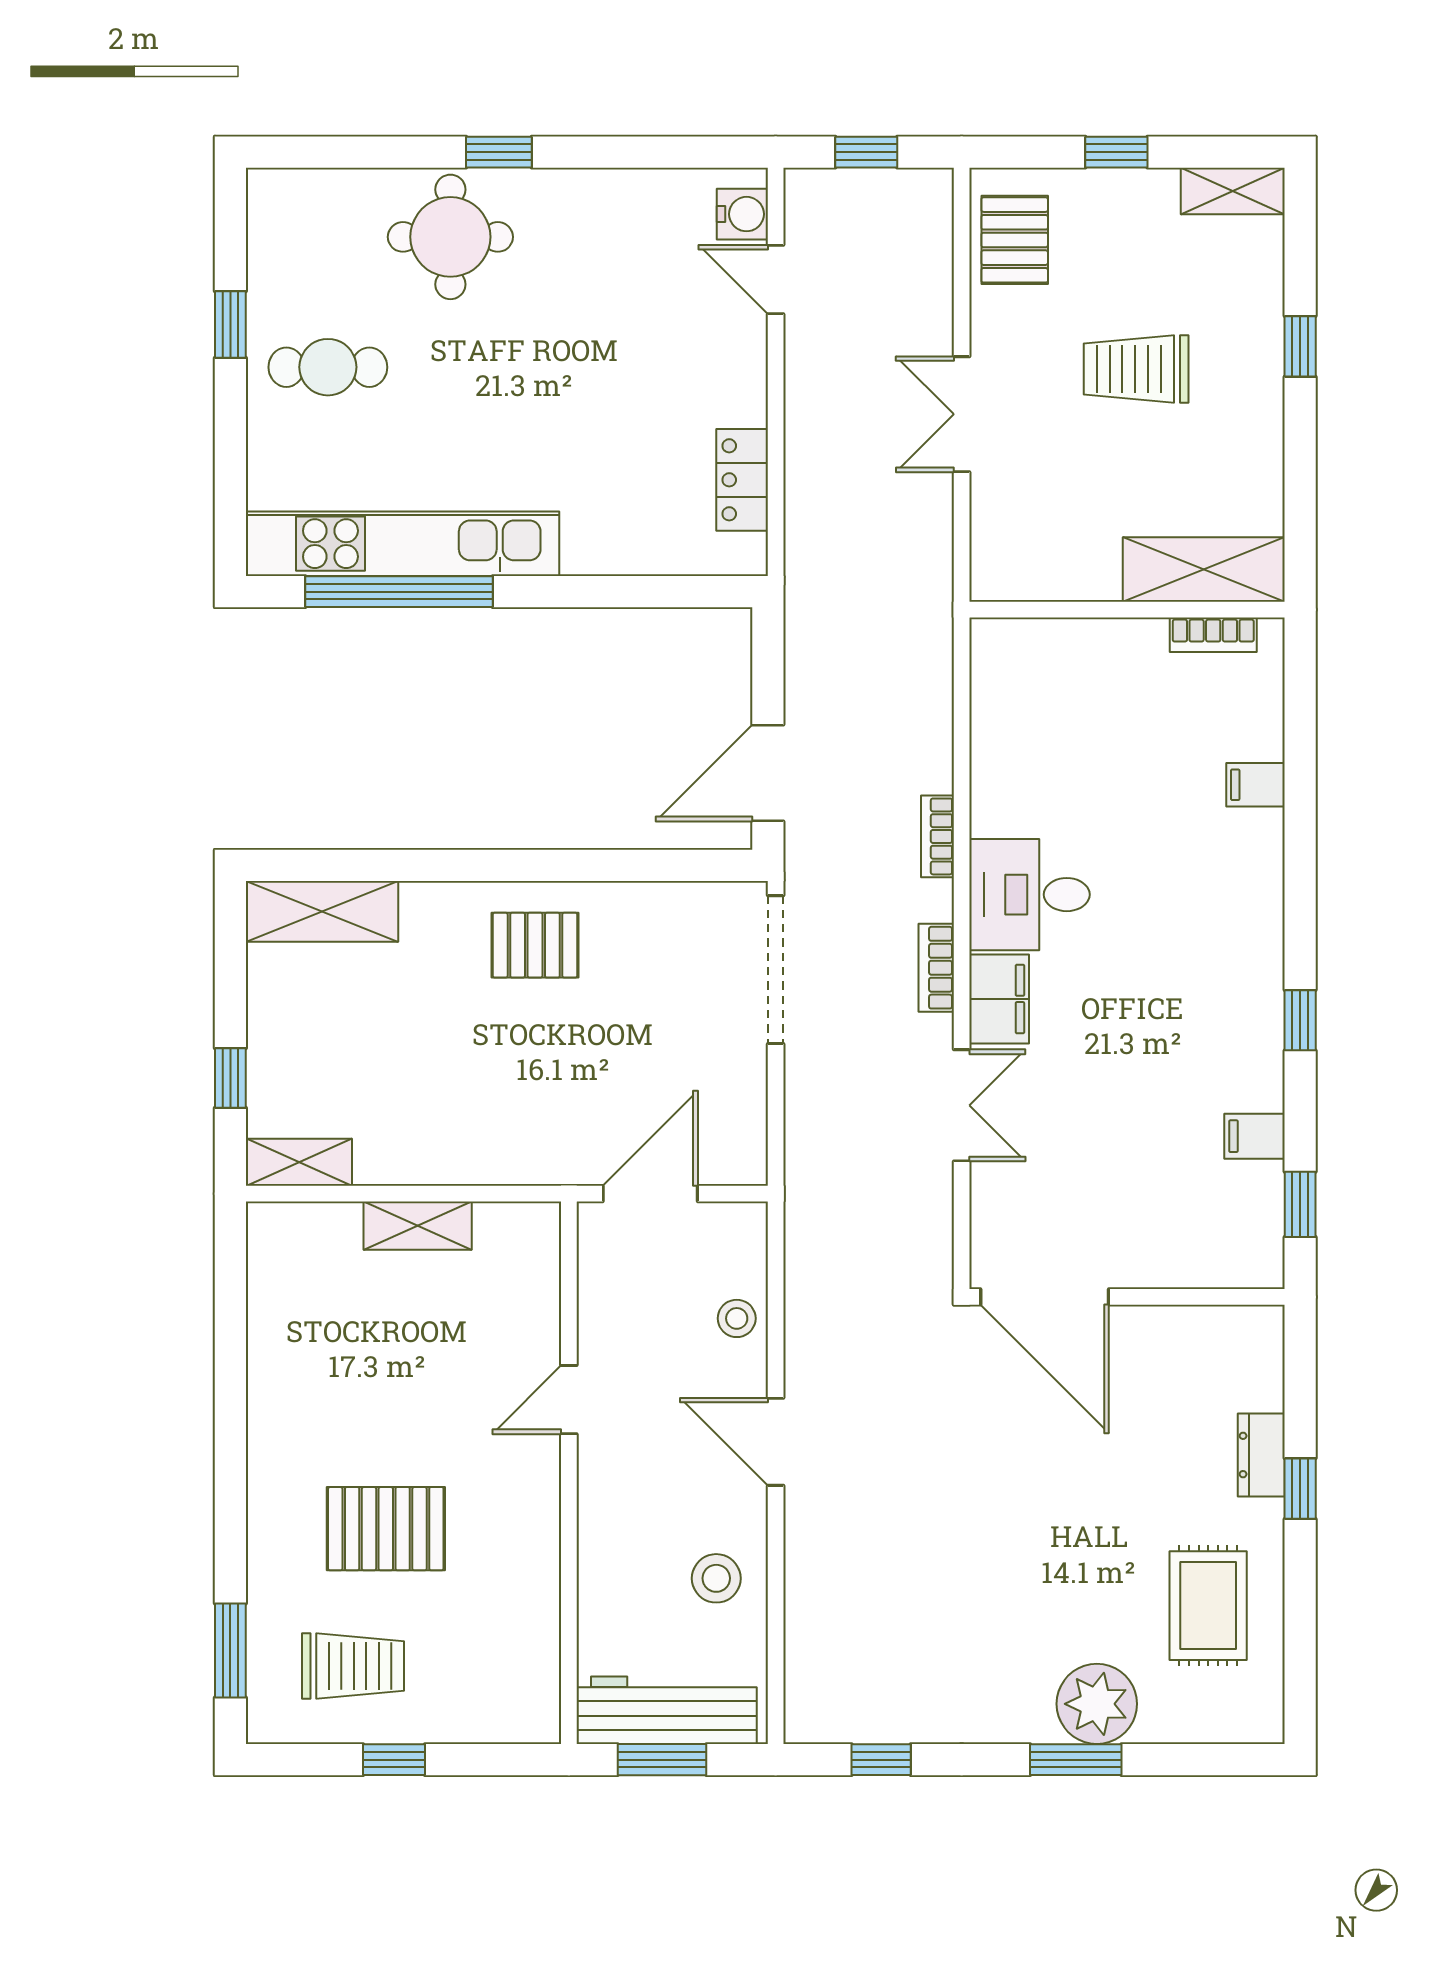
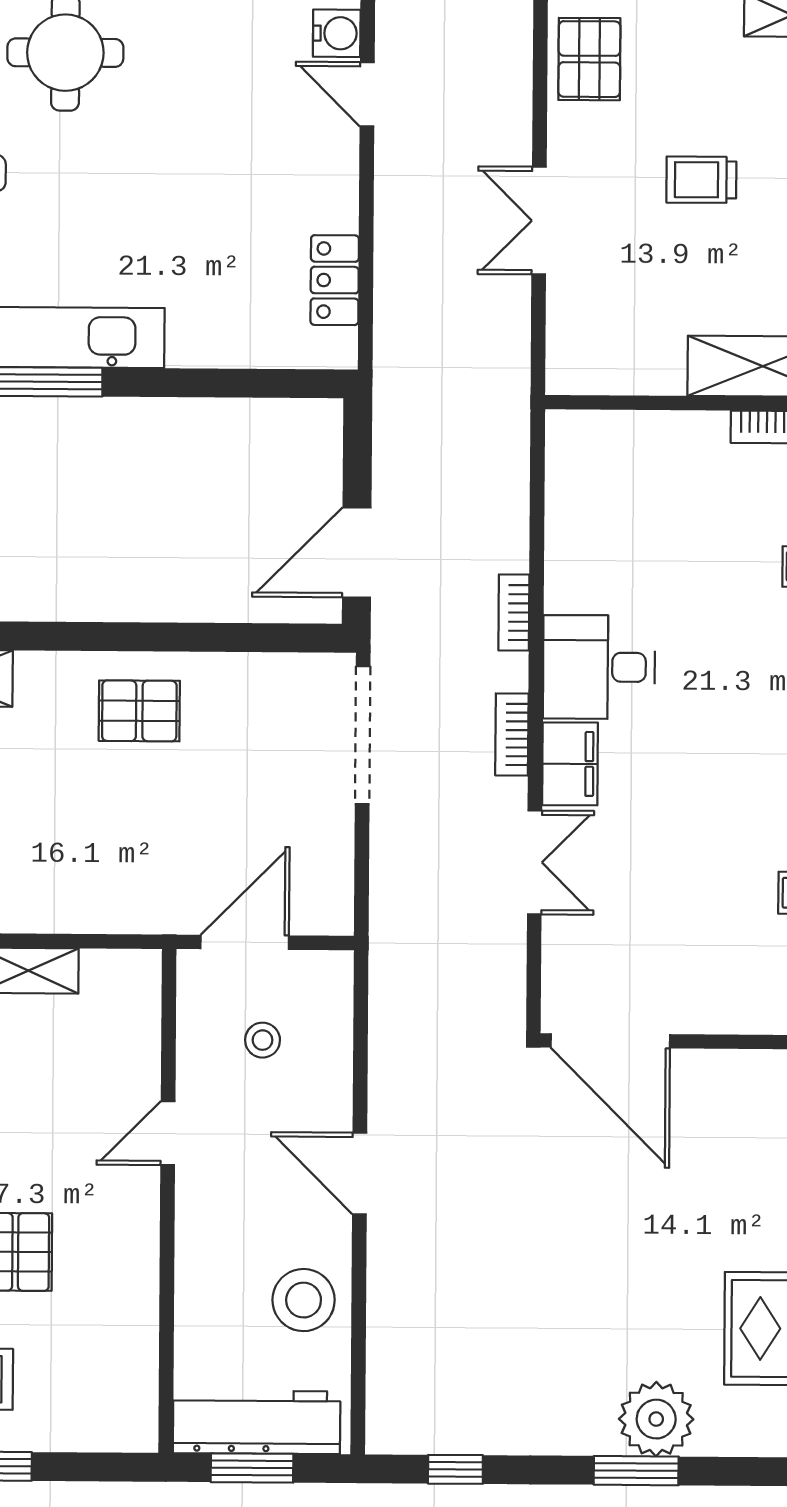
trolley: (1136, 369) -> (701, 180), width x0.73, depth x0.72
stool: (737, 1318) -> (263, 1040), moved
stool: (716, 1578) -> (304, 1300), width x1.38, depth x1.38

